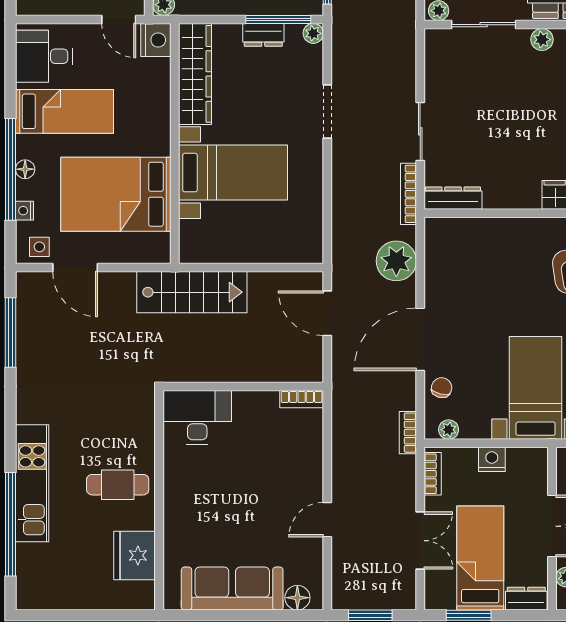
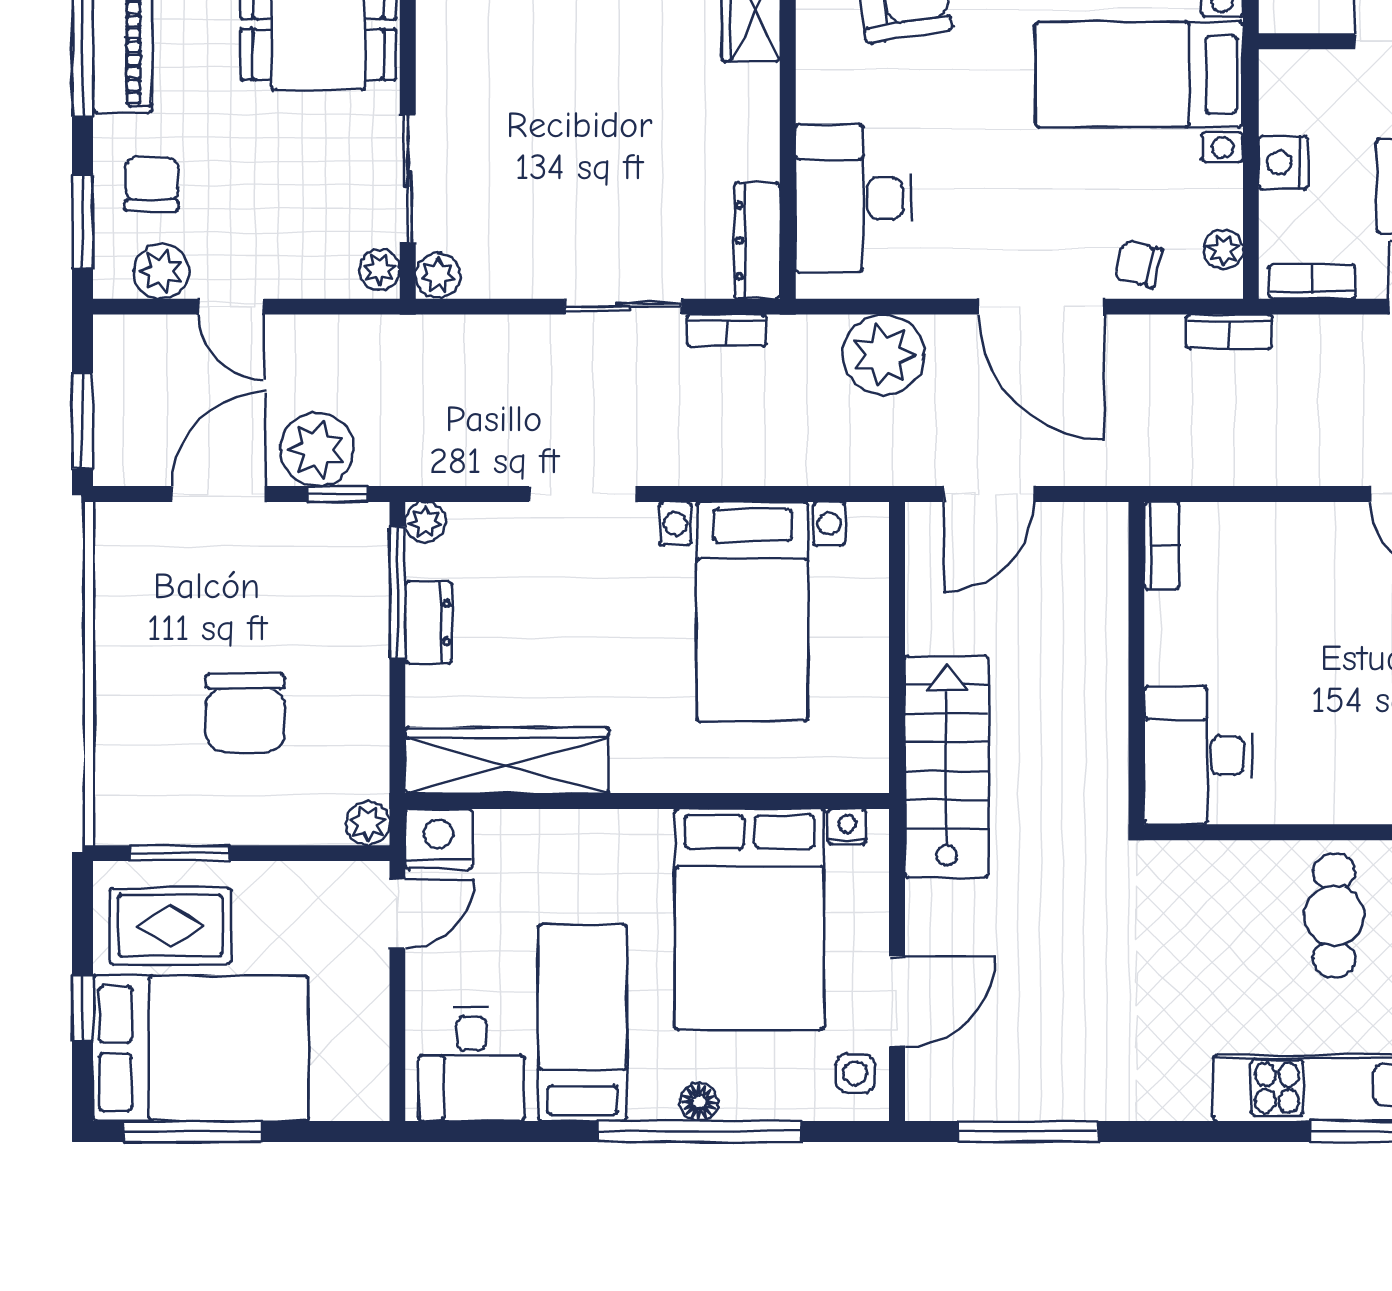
plant: (542, 40) -> (438, 275), moved
bed with nightstands: (233, 173) -> (752, 611), moved, turned 180
bookcase: (408, 194) -> (726, 330), width x0.64
nightstand: (25, 211) -> (847, 827), moved, turned 180
desk: (474, 246) -> (854, 198), added

